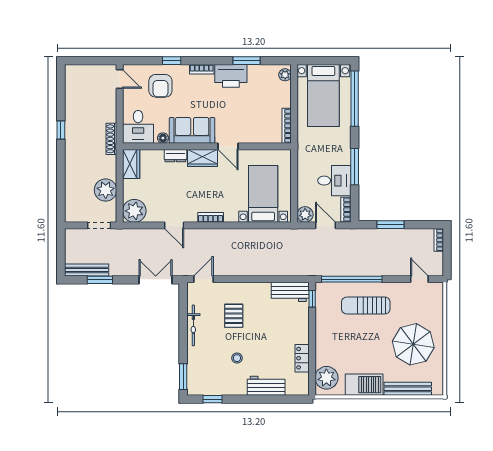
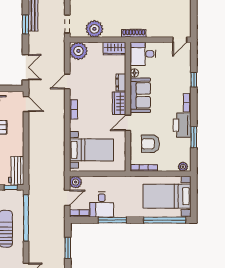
armchair: (160, 86) -> (150, 144), moved

